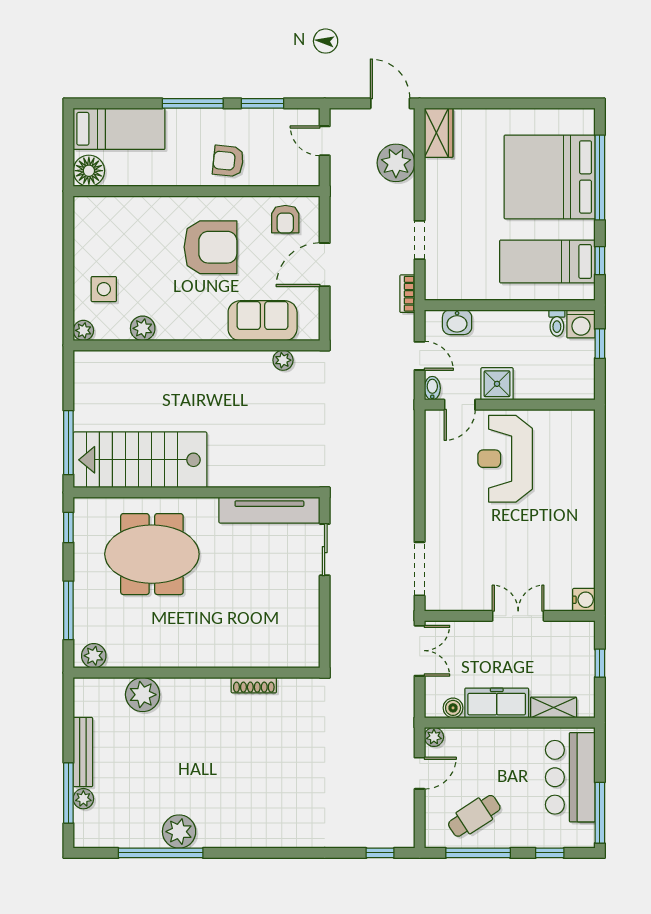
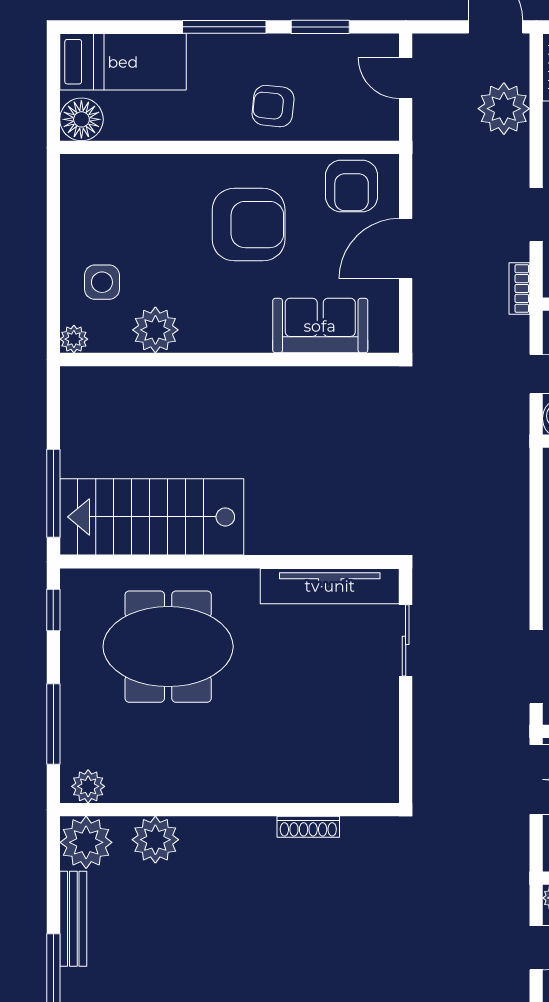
armchair: (285, 219) -> (352, 186), width x1.38, depth x1.38
plant: (143, 328) -> (155, 330), width x1.36, depth x1.36
plant: (283, 360) -> (348, 380), removed
plant: (83, 799) -> (86, 842), moved, width x1.88, depth x1.88

